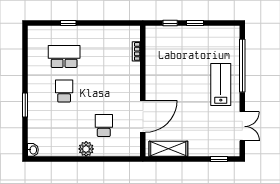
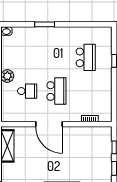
school desk: (64, 91) -> (56, 91), moved, width x1.85
door: (143, 116) -> (49, 124), moved

